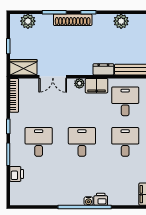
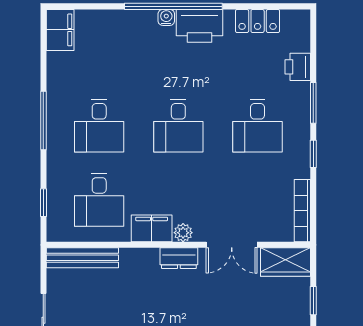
dresser: (103, 69) -> (179, 258), moved
double door: (53, 77) -> (232, 245), swing flipped
locker: (39, 199) -> (258, 21), added
printer: (101, 199) -> (199, 26), moved, width x1.87, depth x1.48

